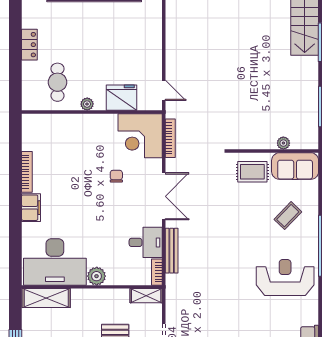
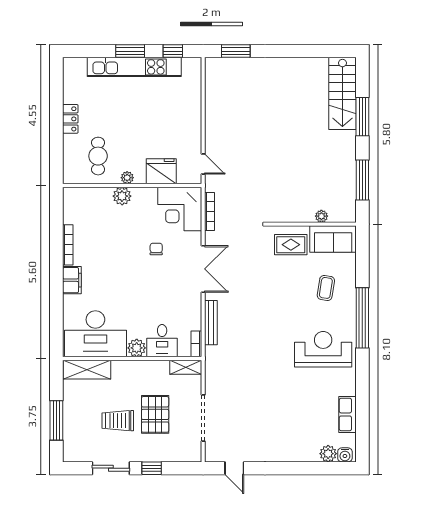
plant: (82, 123) -> (122, 196), added
coffee table: (288, 216) -> (326, 288), turned -35
desk: (146, 242) -> (162, 341), moved, turned 90

